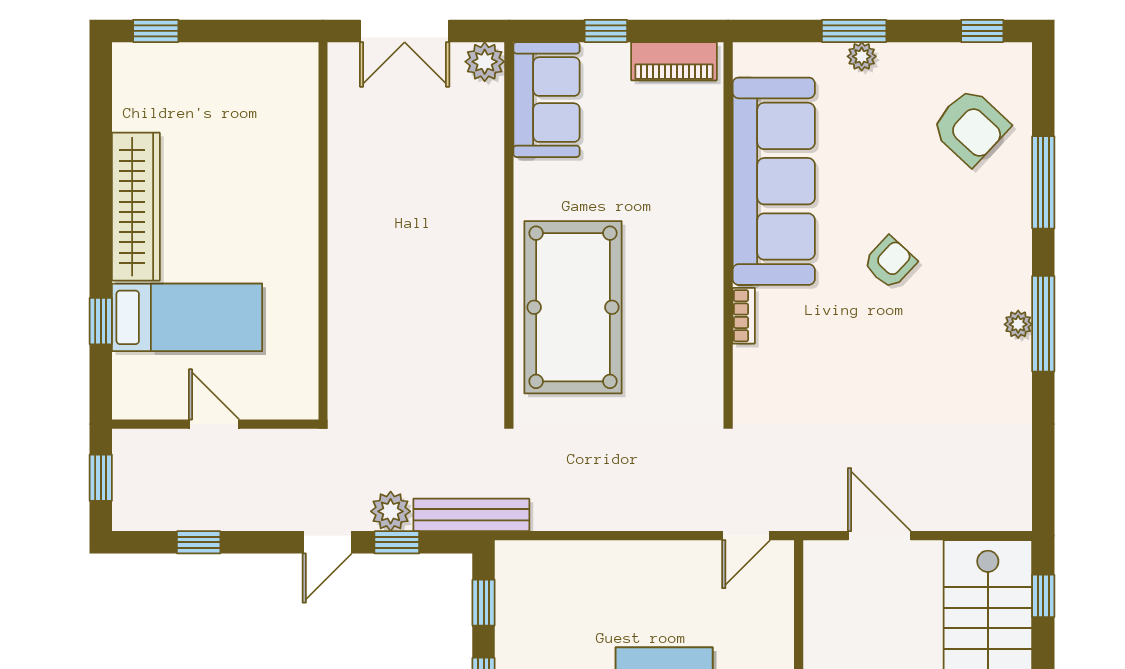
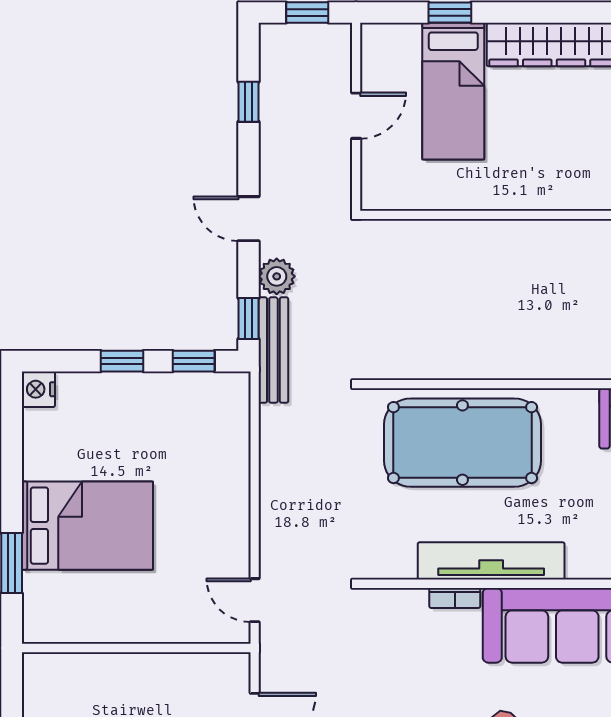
tv unit: (703, 276) -> (491, 561), added
window: (397, 542) -> (248, 318), moved

